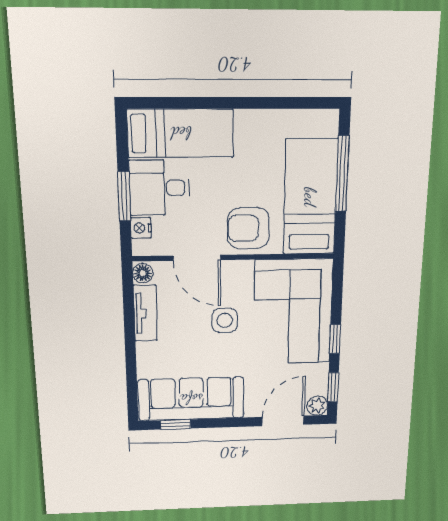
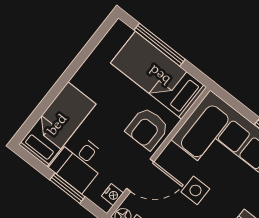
nightstand: (141, 228) -> (112, 195), moved, turned -90

